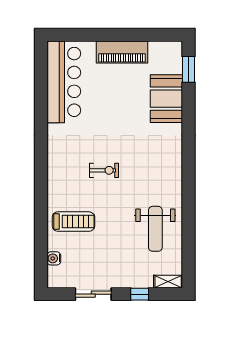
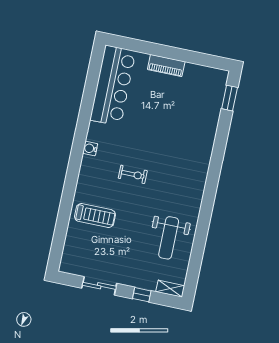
piano: (122, 52) -> (166, 65), width x0.73, depth x0.75
booth: (166, 99) -> (204, 121), removed
water cooler: (54, 258) -> (90, 148), moved

